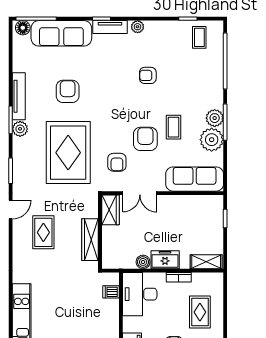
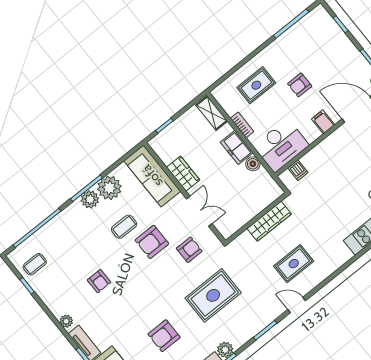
rug: (68, 153) -> (213, 295), width x0.73, depth x0.69
wardrobe: (110, 210) -> (183, 174), moved, turned 90

